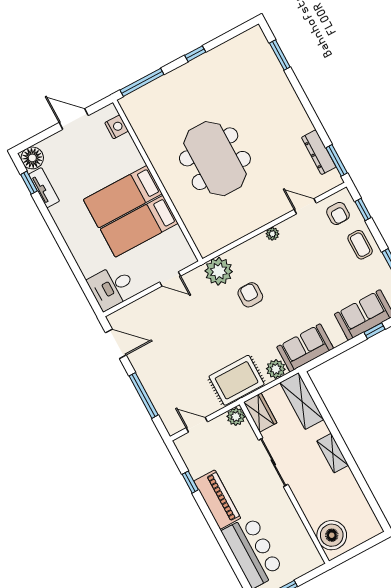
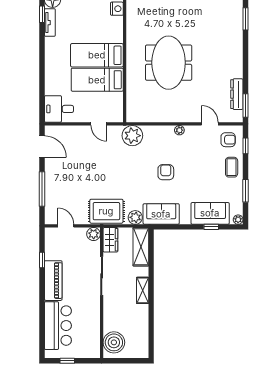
armchair: (338, 213) -> (228, 140), turned -90
armchair: (250, 295) -> (166, 172), moved

